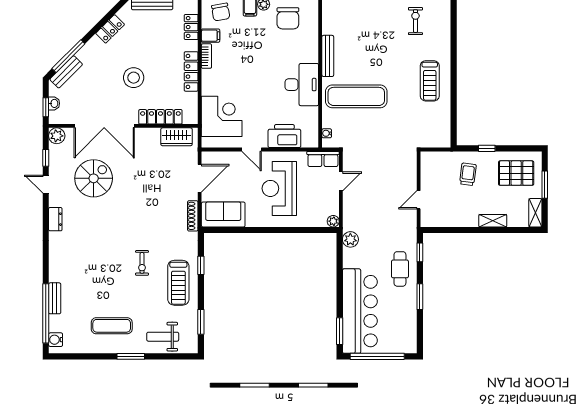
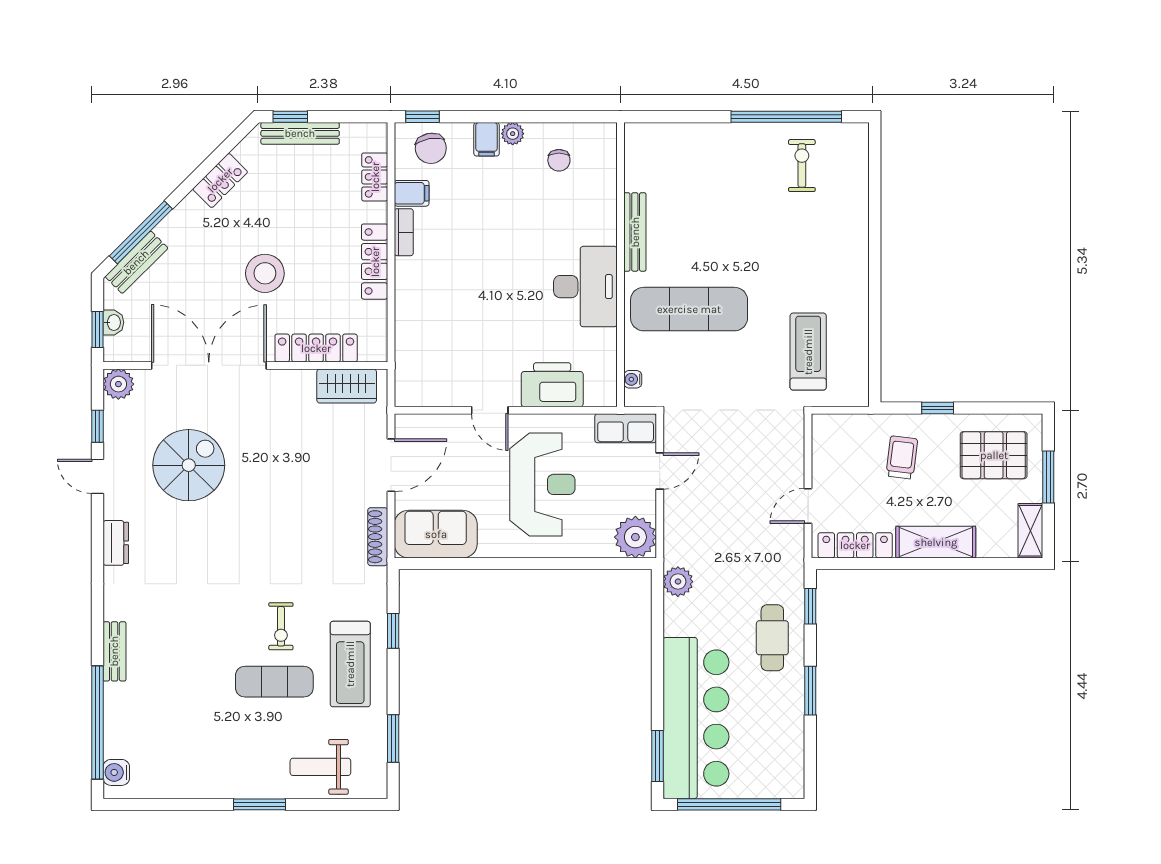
chair: (288, 18) -> (559, 160), width x0.54, depth x0.54
treadmill: (430, 81) -> (808, 352), moved, turned 180
corner desk: (222, 116) -> (433, 347), removed
double door: (104, 126) -> (209, 365), swing flipped
reception desk: (279, 188) -> (542, 484), turned 180
locker: (443, 220) -> (855, 545), added
plant: (333, 221) -> (635, 537), width x1.88, depth x1.88
shelving: (493, 221) -> (936, 542), width x1.50, depth x1.33
bench: (55, 298) -> (114, 651), moved
exercise mat: (112, 326) -> (274, 682), moved

